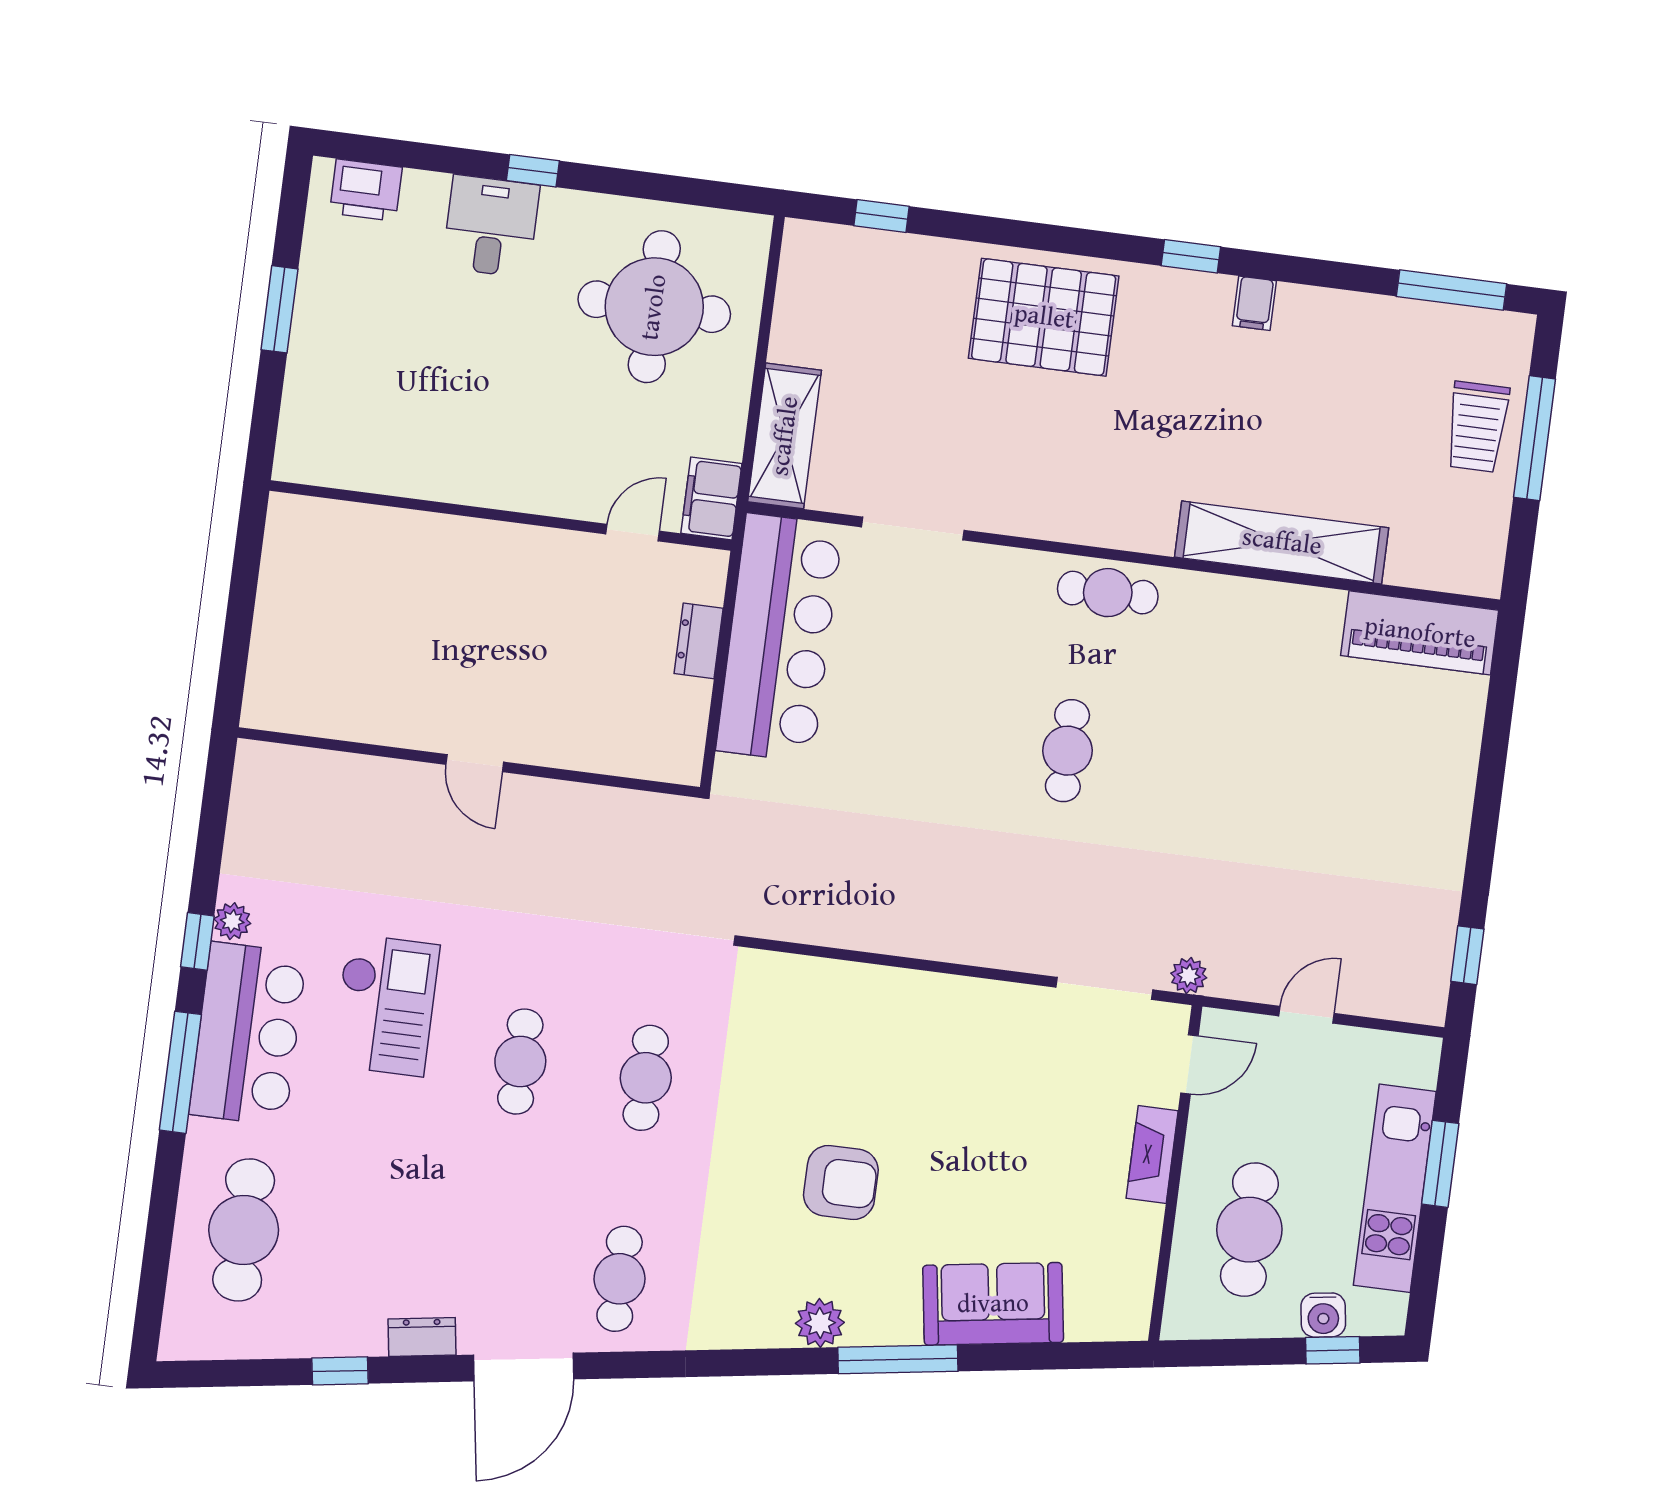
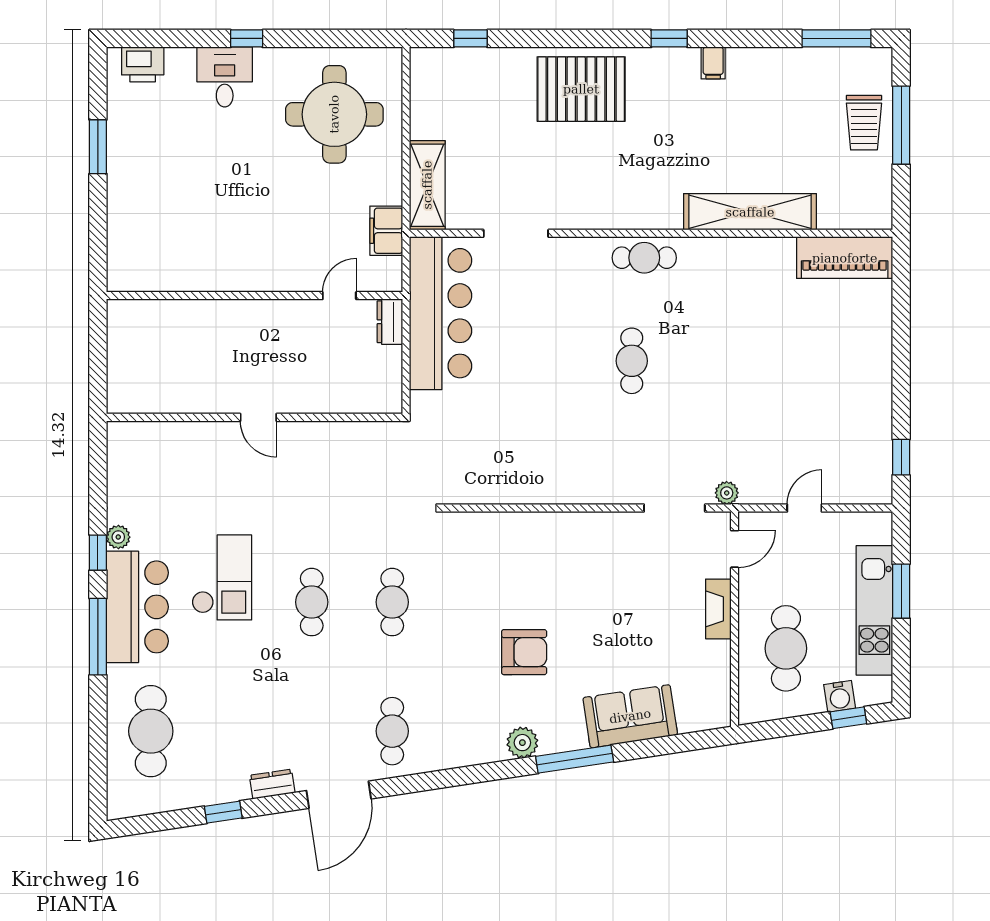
wall: (501, 515) -> (254, 296), moved
door: (633, 533) -> (339, 296), moved

